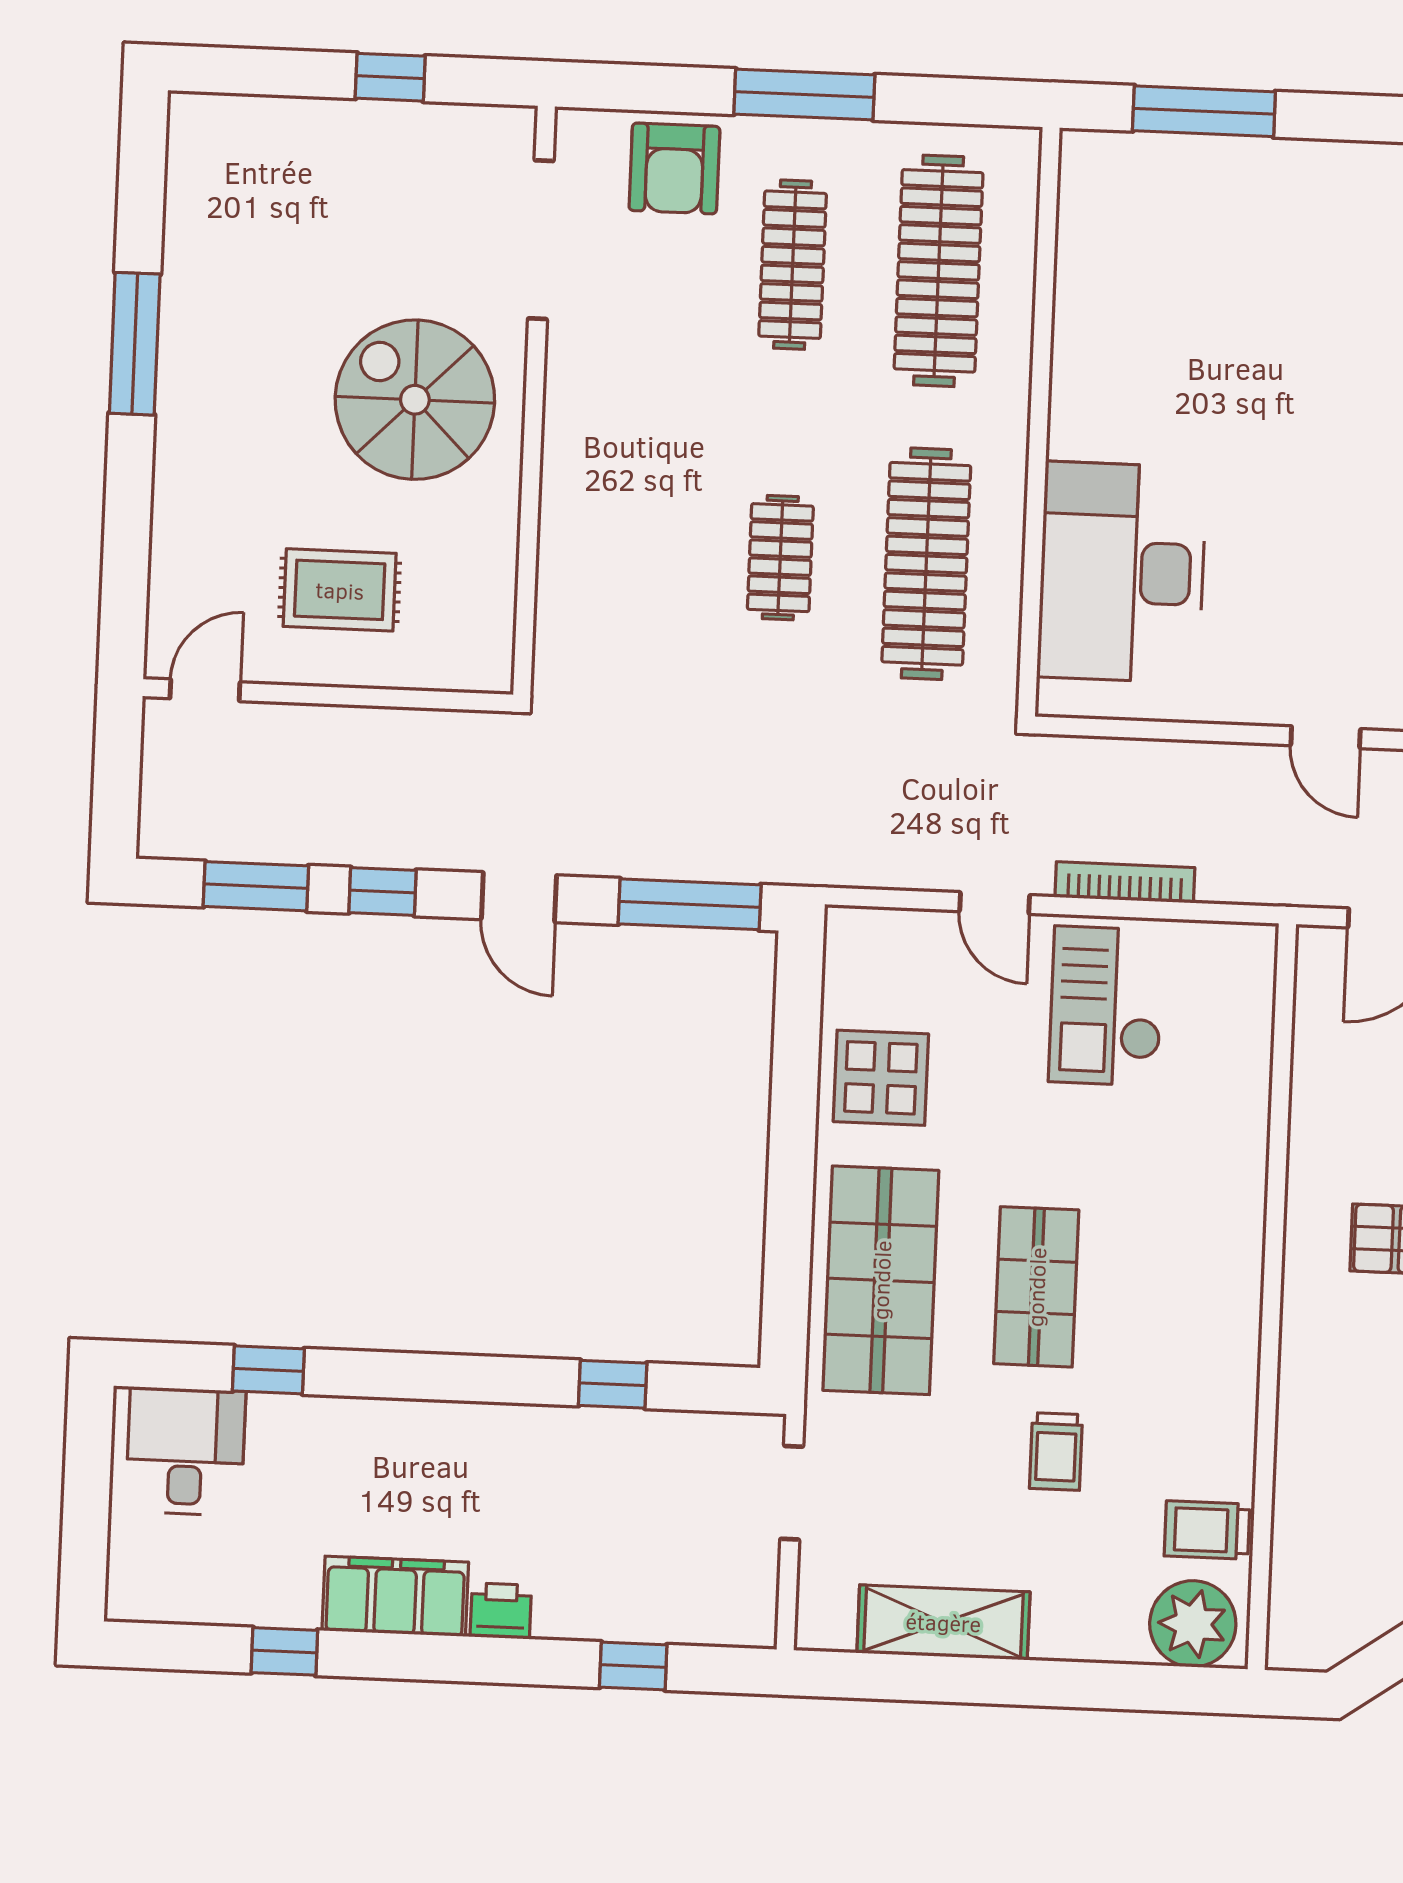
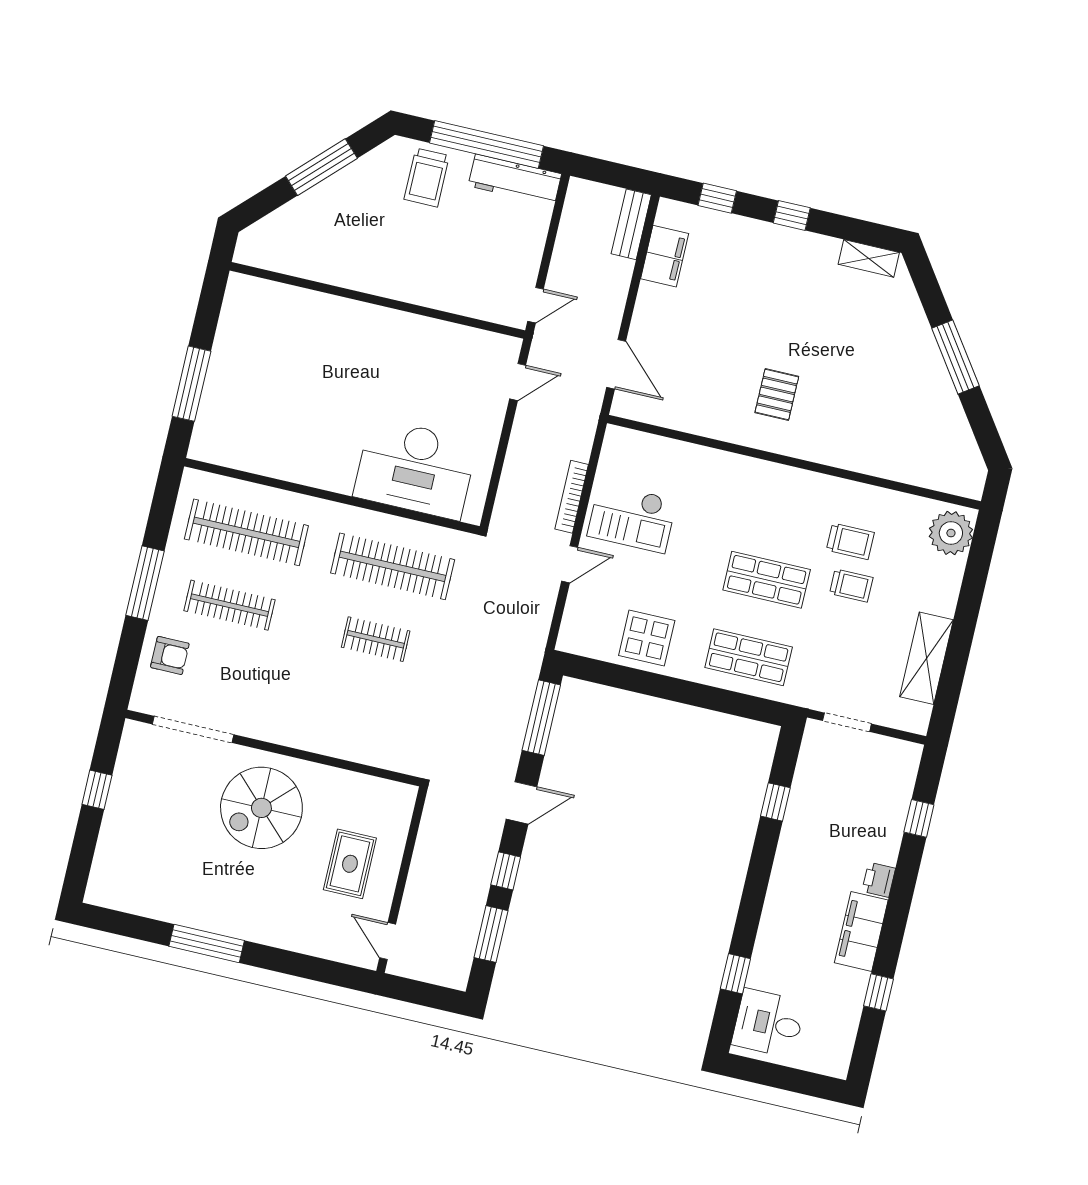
armchair: (674, 168) -> (170, 655), width x0.72, depth x0.72
shop shelf: (881, 1280) -> (749, 657), width x0.70, depth x0.74
trolley: (1207, 1530) -> (850, 541), moved, turned -90

